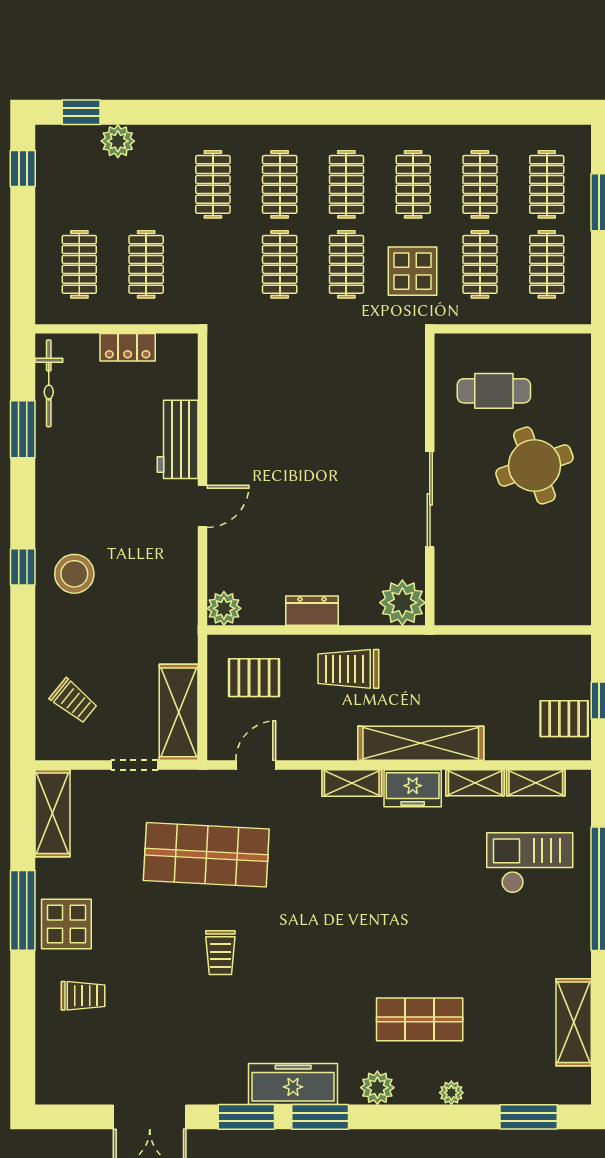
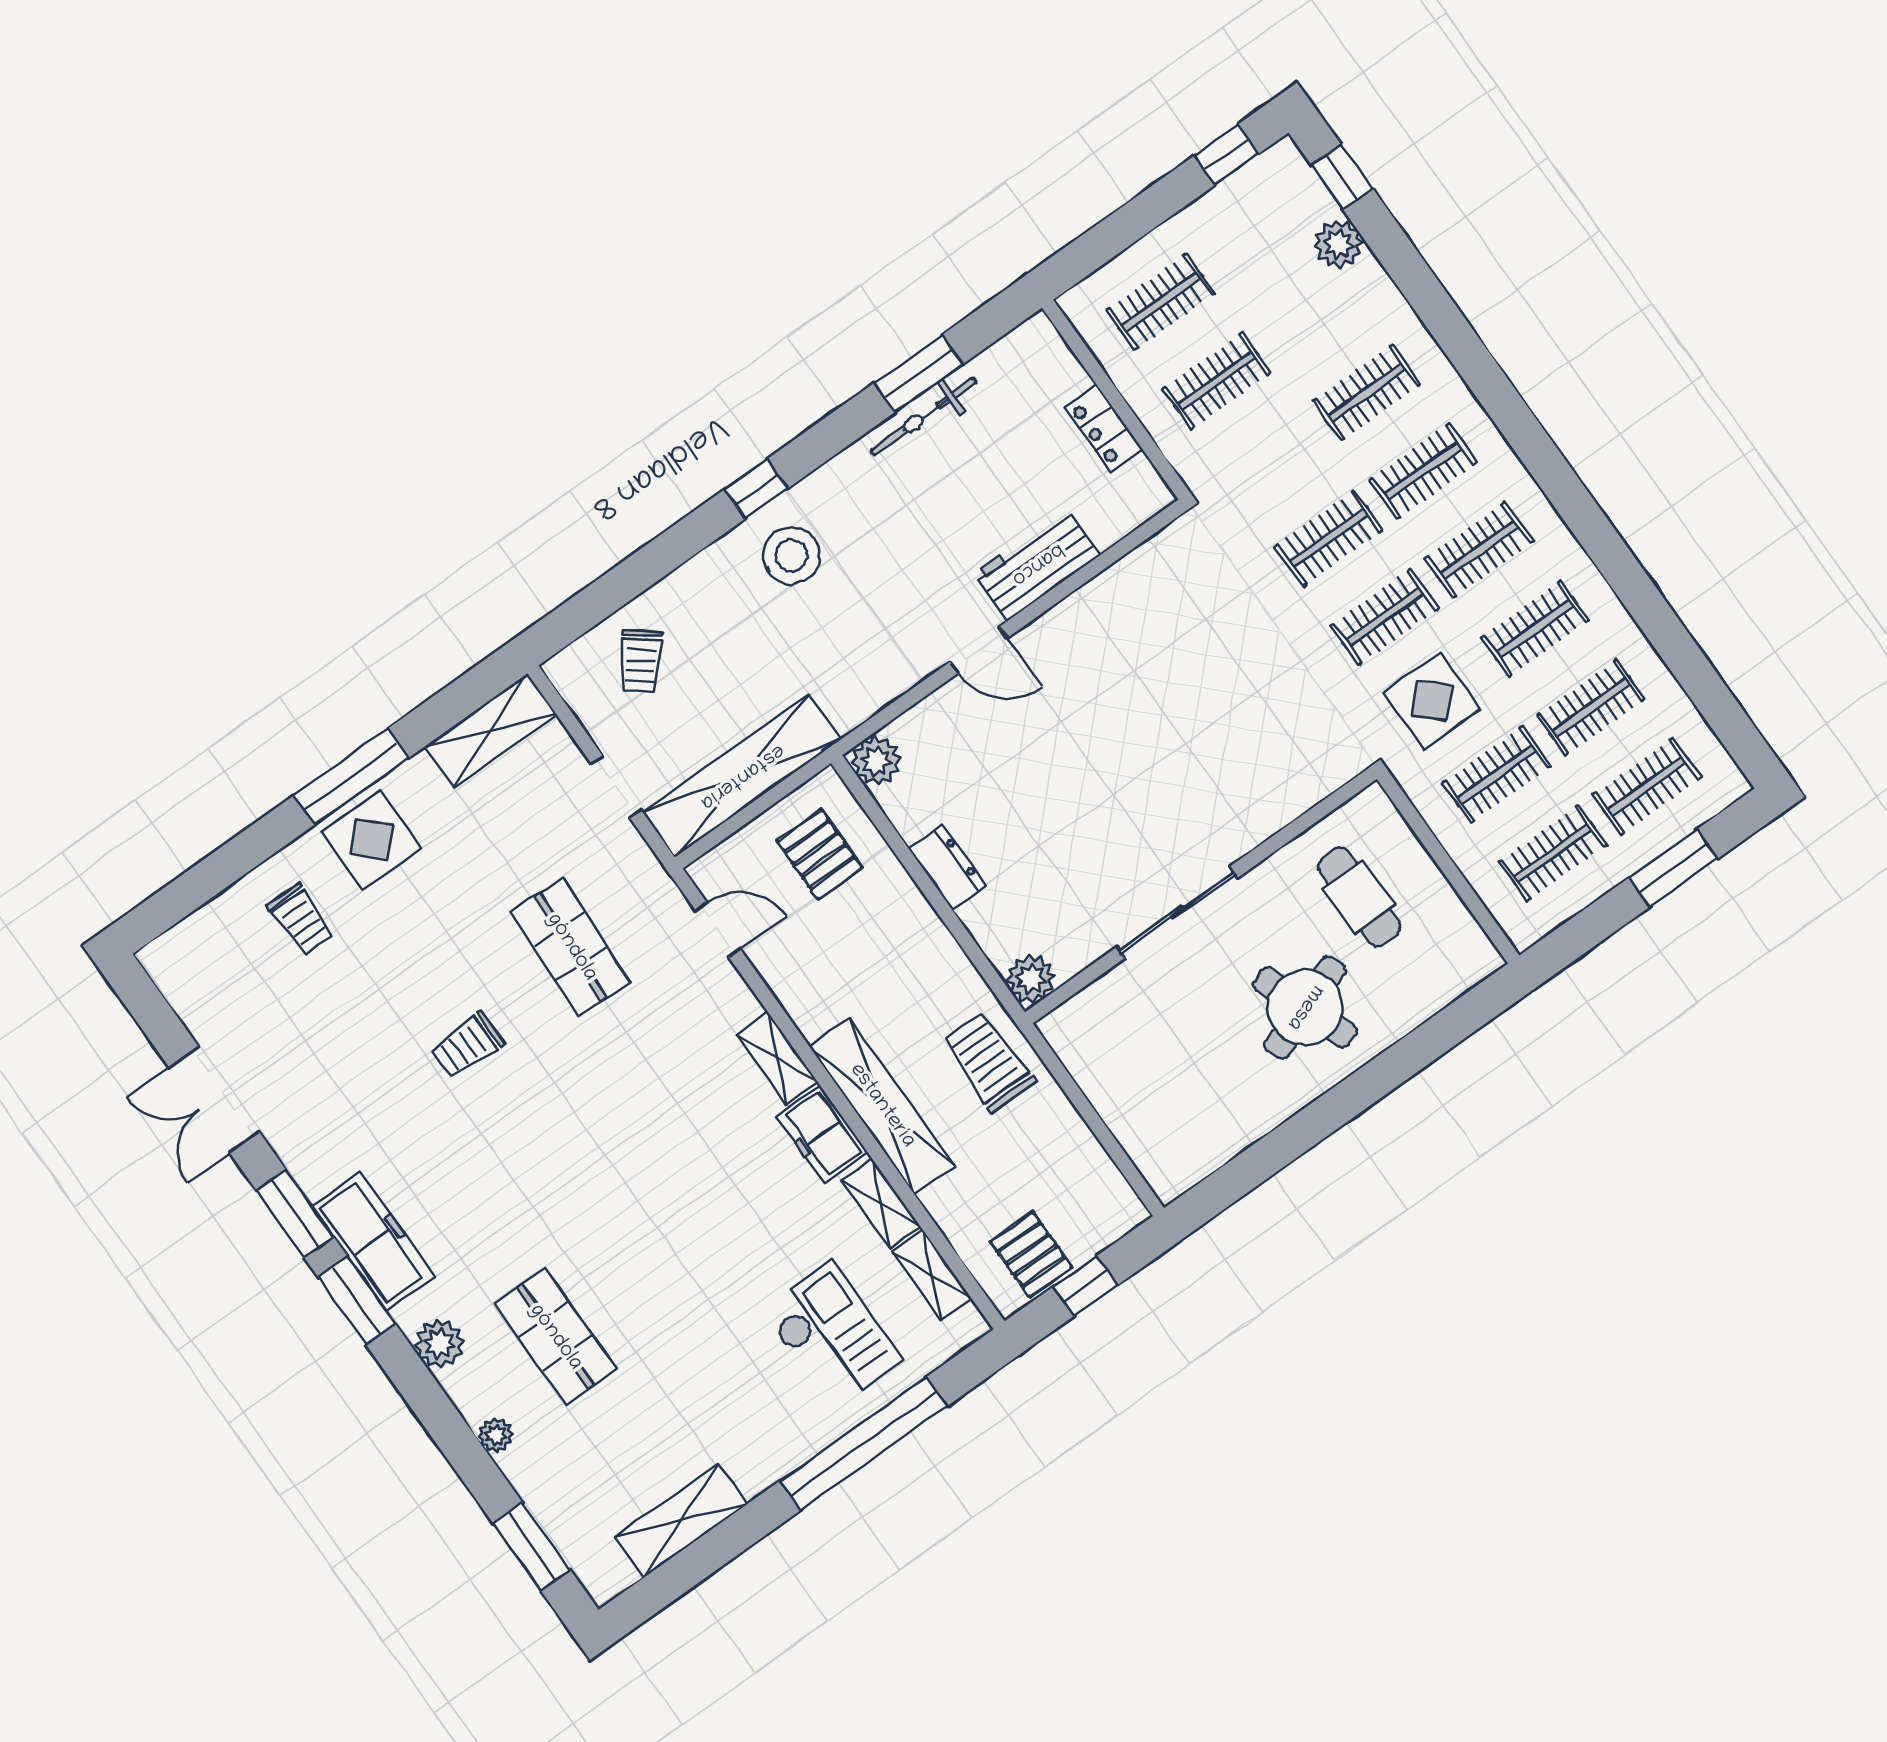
bicycle: (49, 383) -> (924, 416), moved
plant: (402, 603) -> (1031, 979), width x0.73, depth x0.73
trolley: (348, 669) -> (989, 1062), moved
shelving: (179, 712) -> (742, 776), width x1.47
shop shelf: (206, 855) -> (571, 947), width x0.70, depth x0.74

